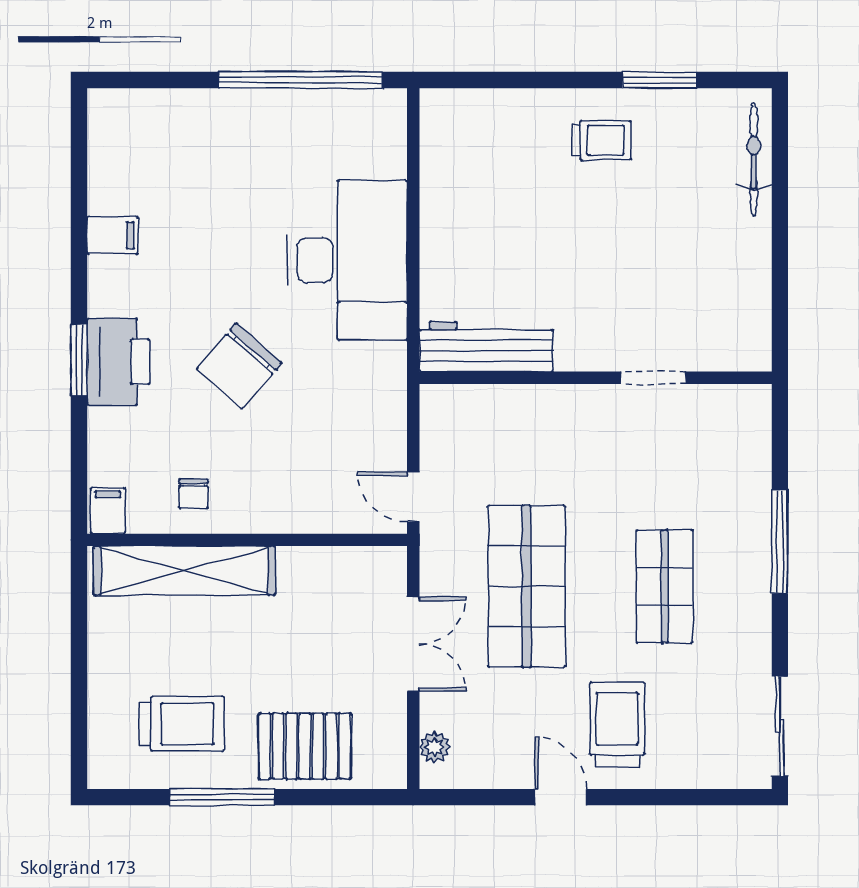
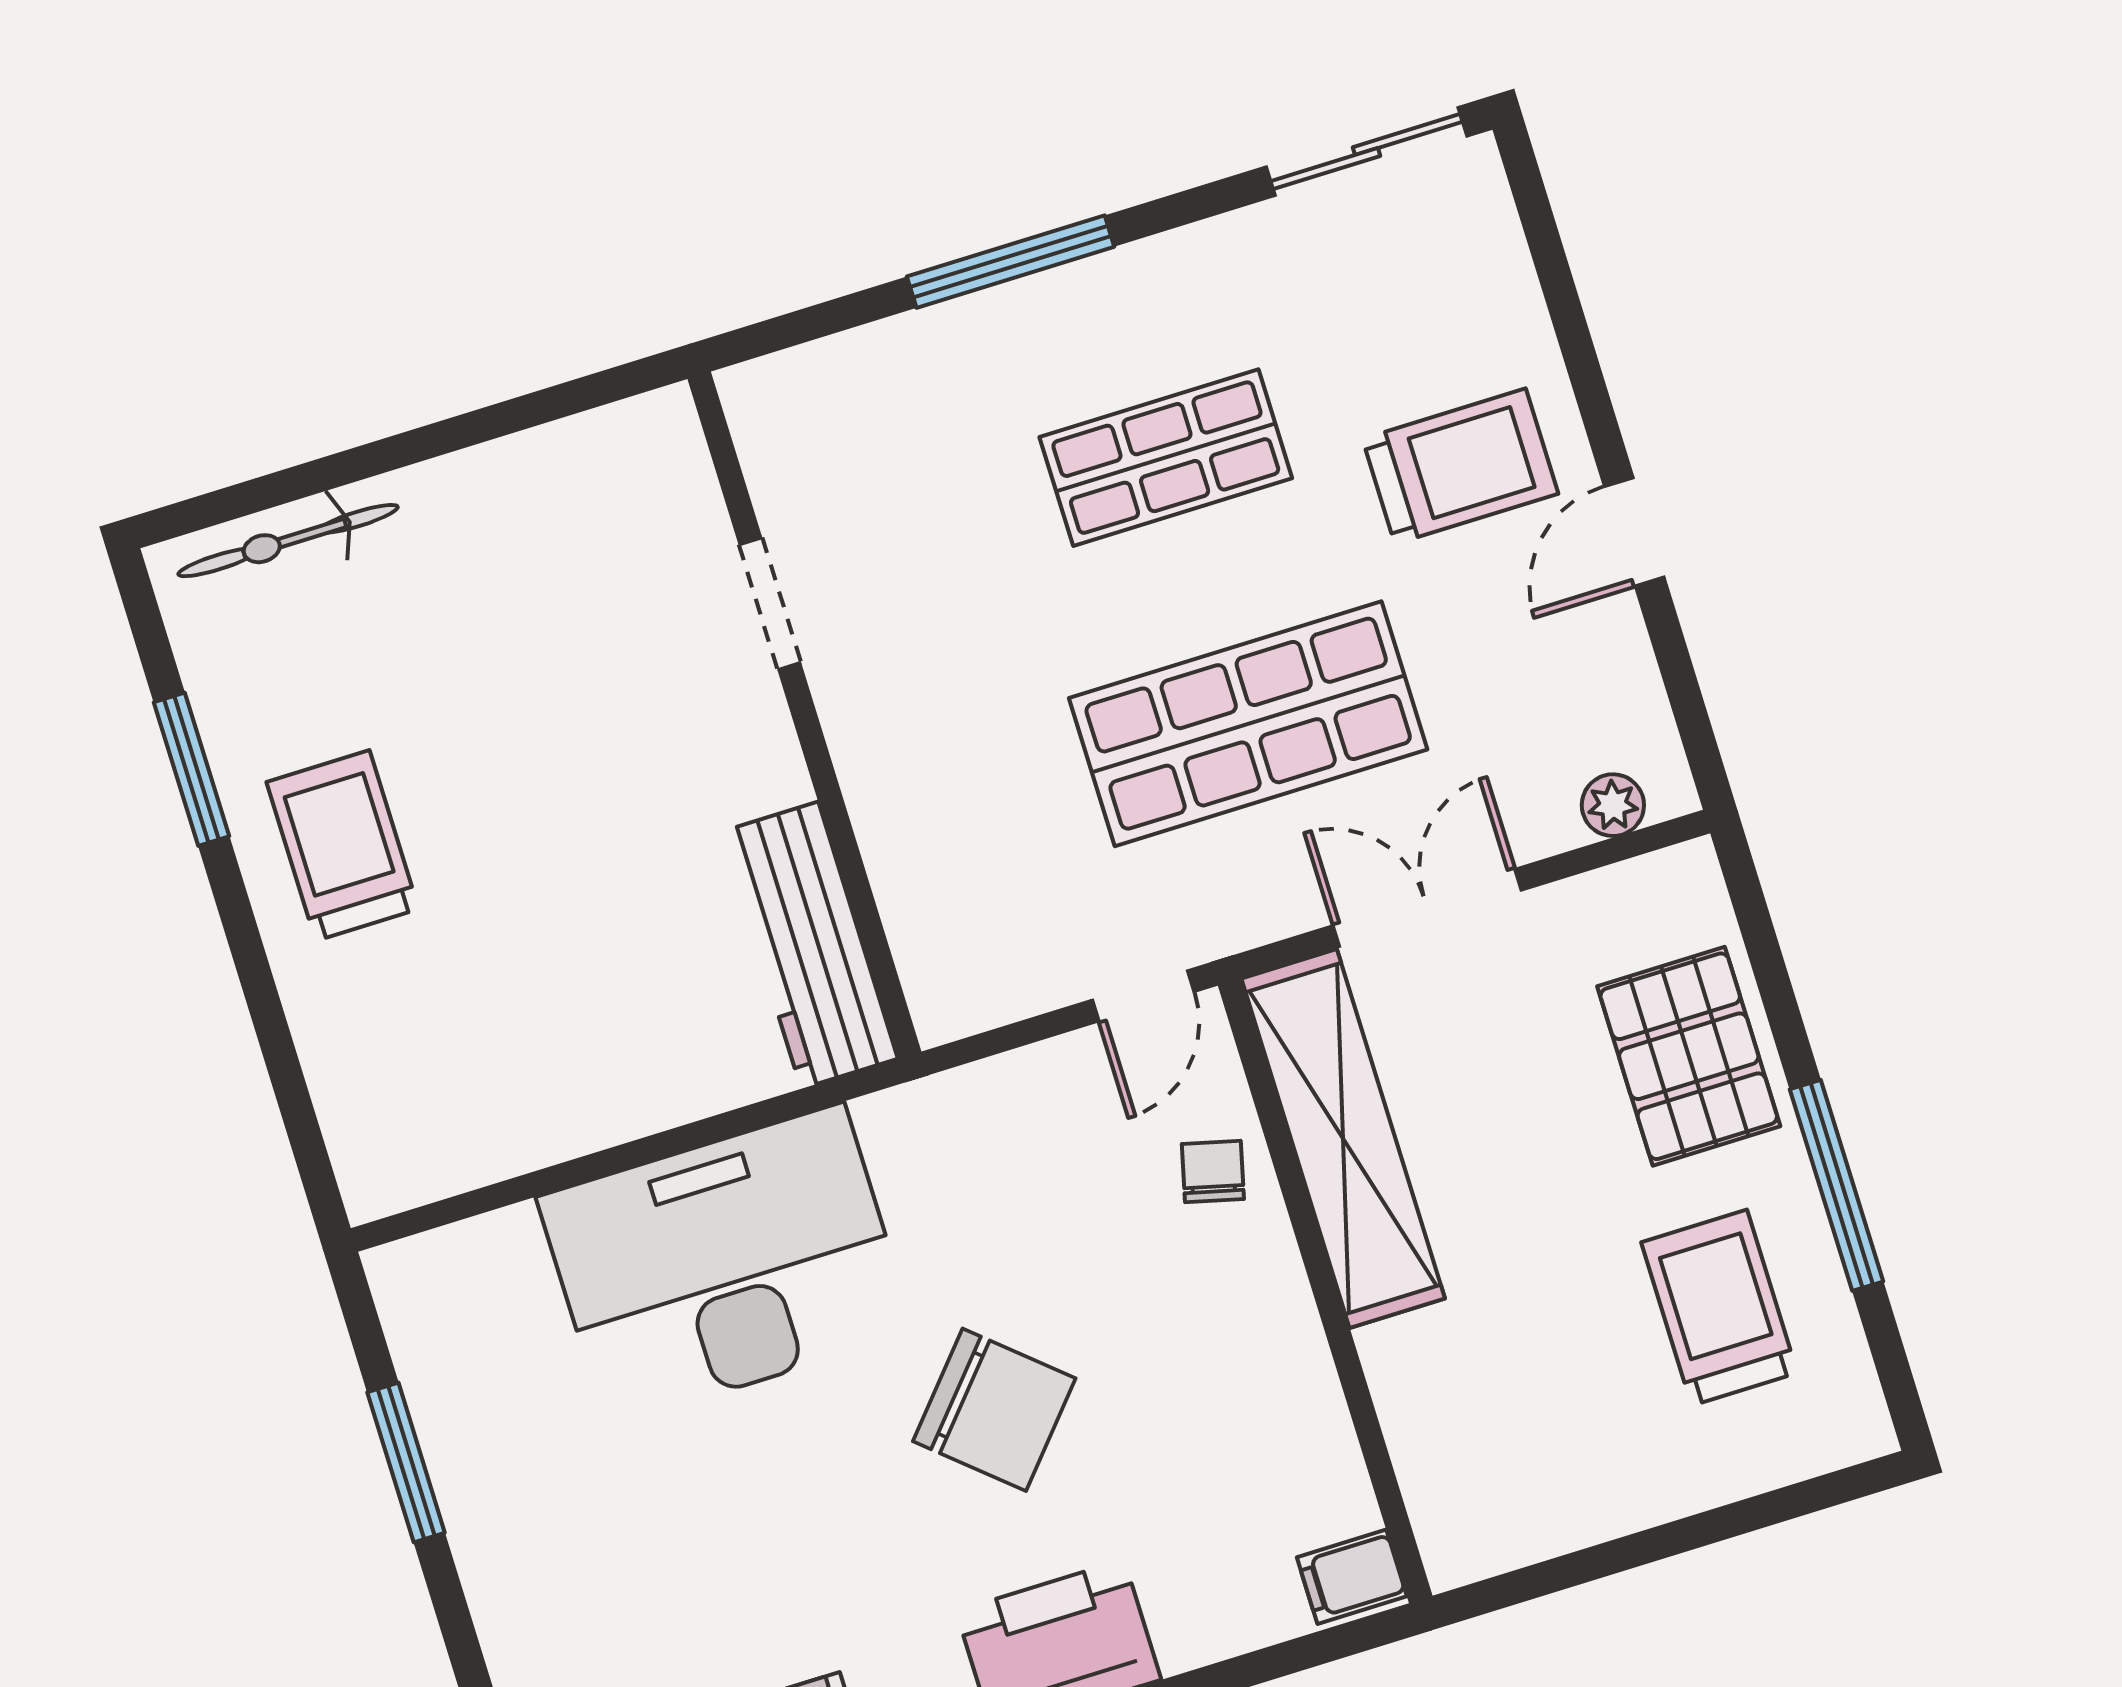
window: (300, 80) -> (406, 1462), width x0.47
trolley: (602, 140) -> (343, 846), width x1.36, depth x1.39
chair: (194, 494) -> (1213, 1171), moved, turned -76
shelving: (184, 571) -> (1343, 1138), moved
trolley: (617, 725) -> (1460, 466), turned 180

